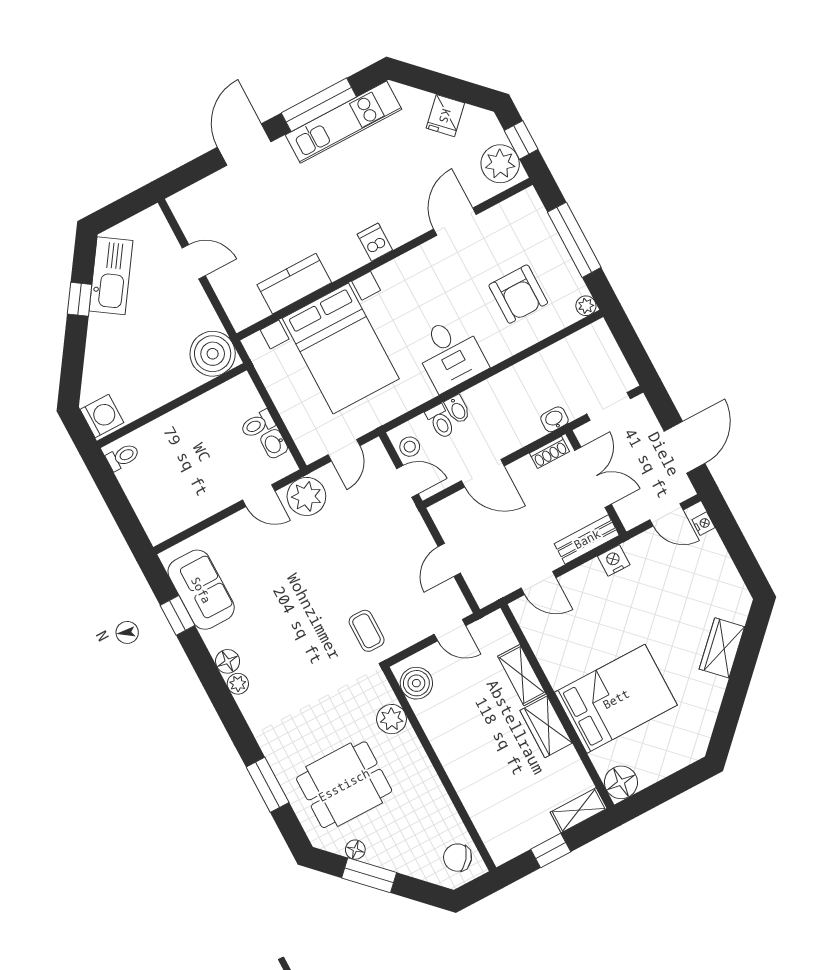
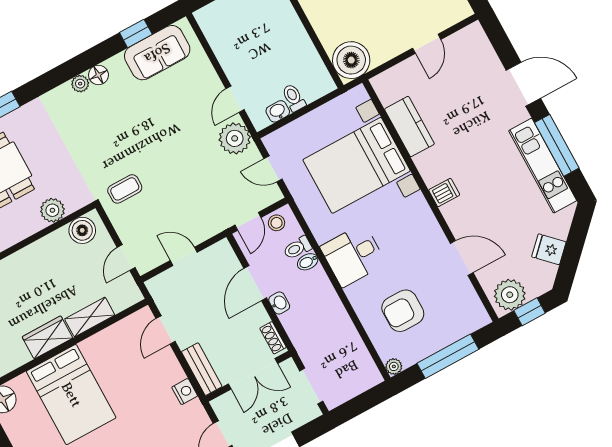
washbasin: (555, 419) -> (279, 303), moved

